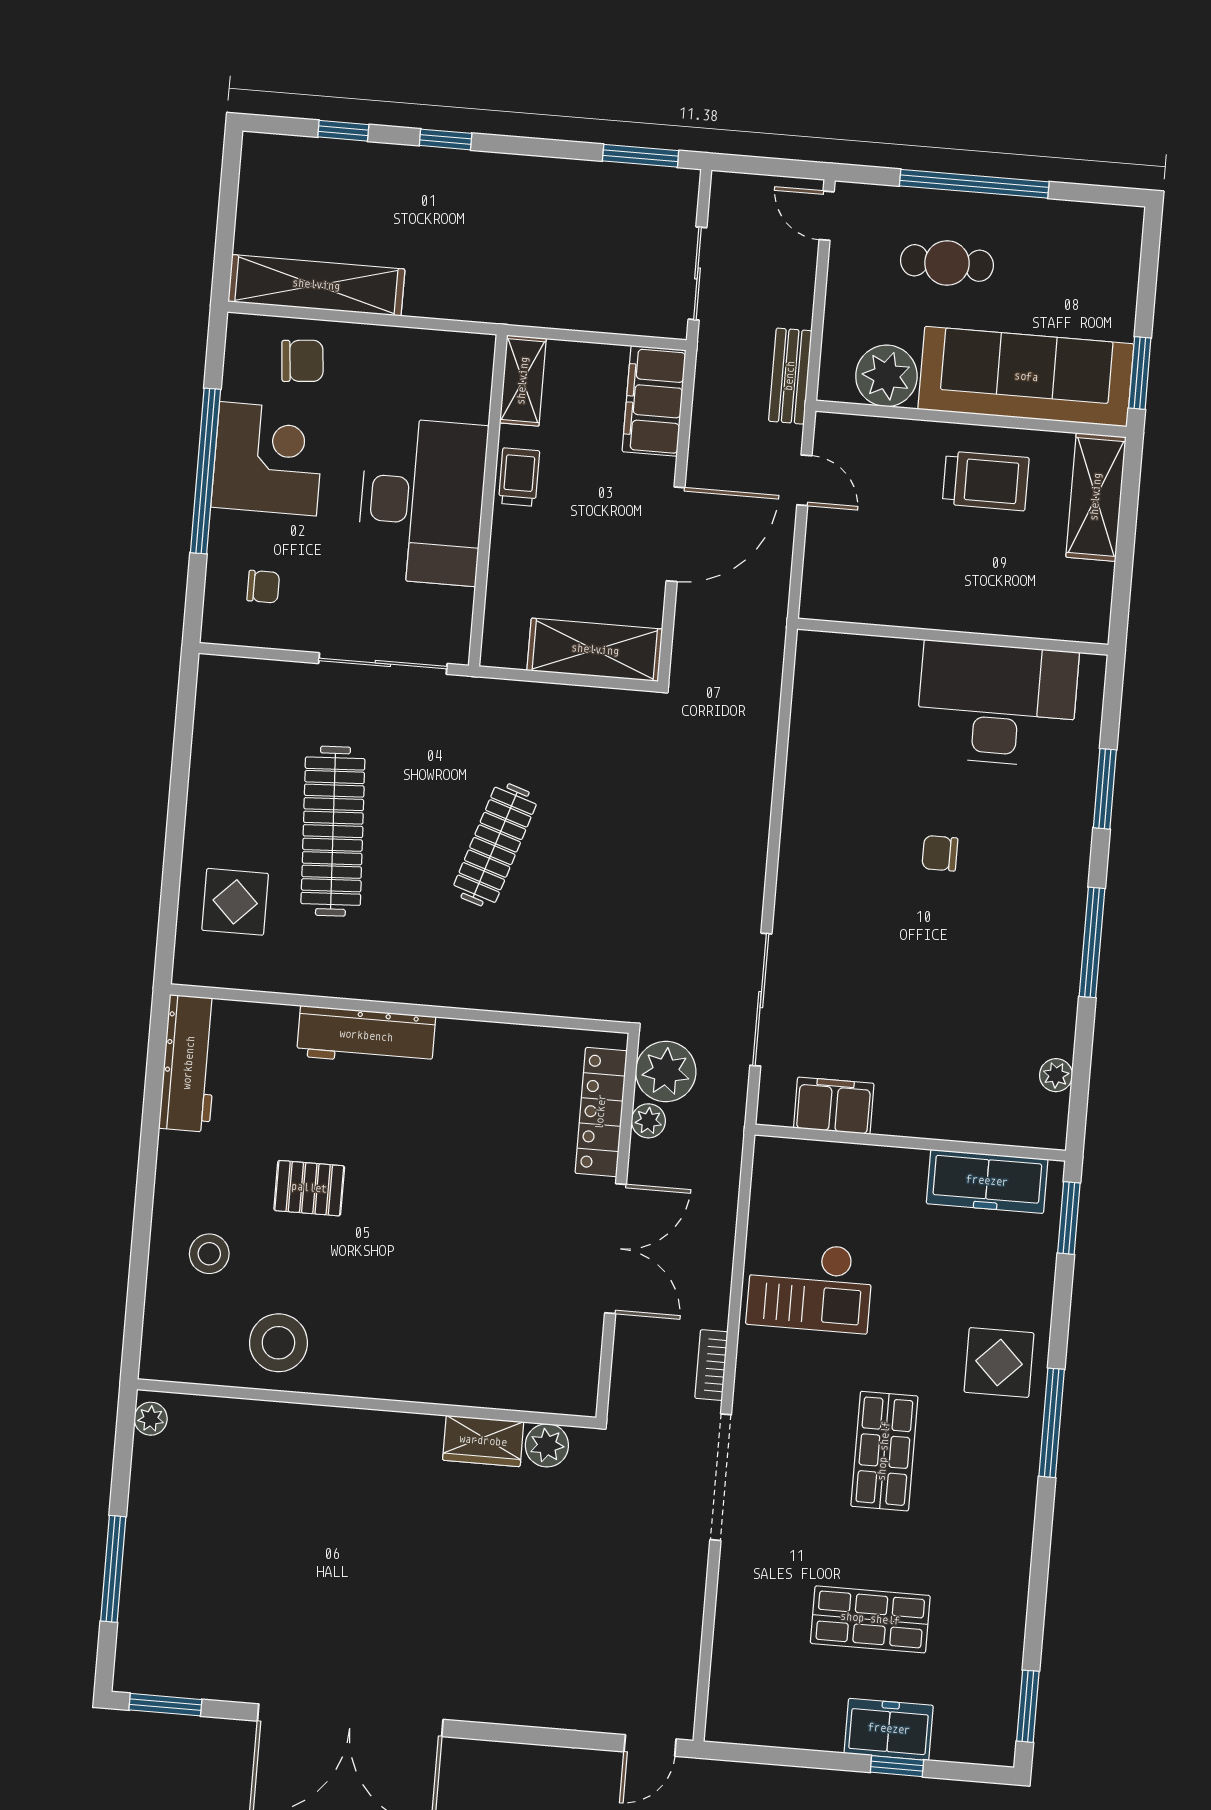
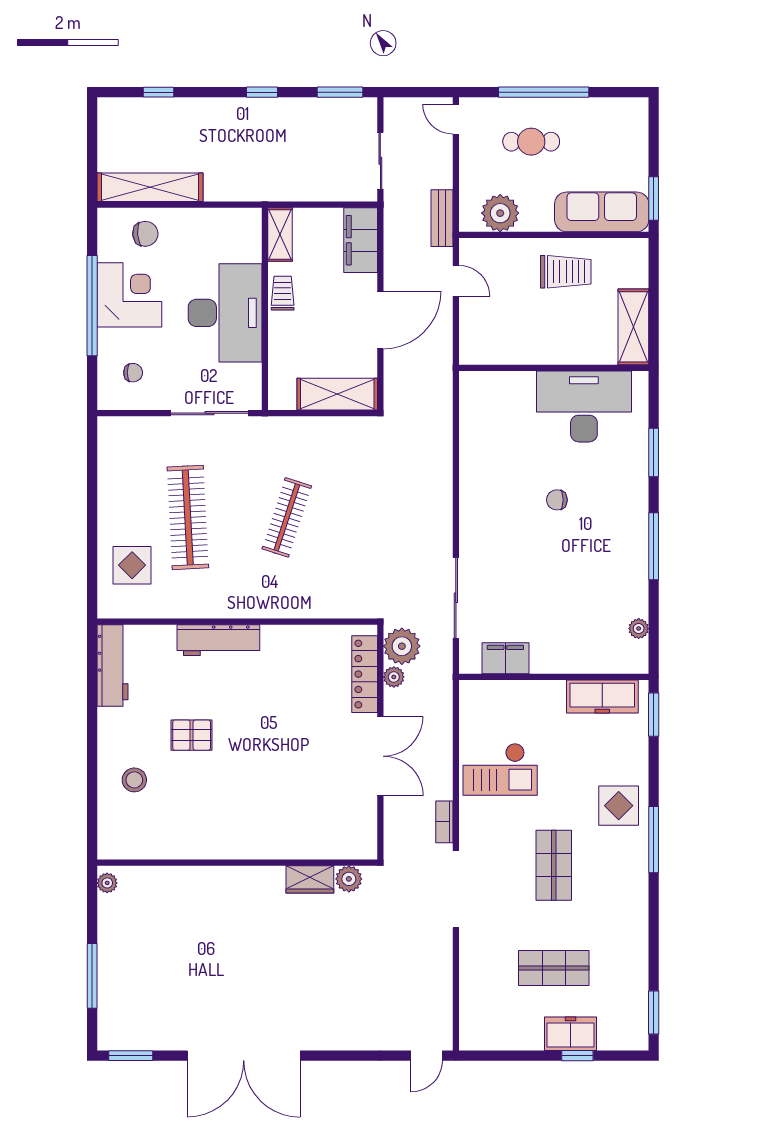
window: (446, 139) -> (262, 92), moved
sofa: (1026, 377) -> (602, 212), width x0.74, depth x0.79
shelving: (1096, 497) -> (633, 327), moved
stool: (278, 1343) -> (181, 830), removed

